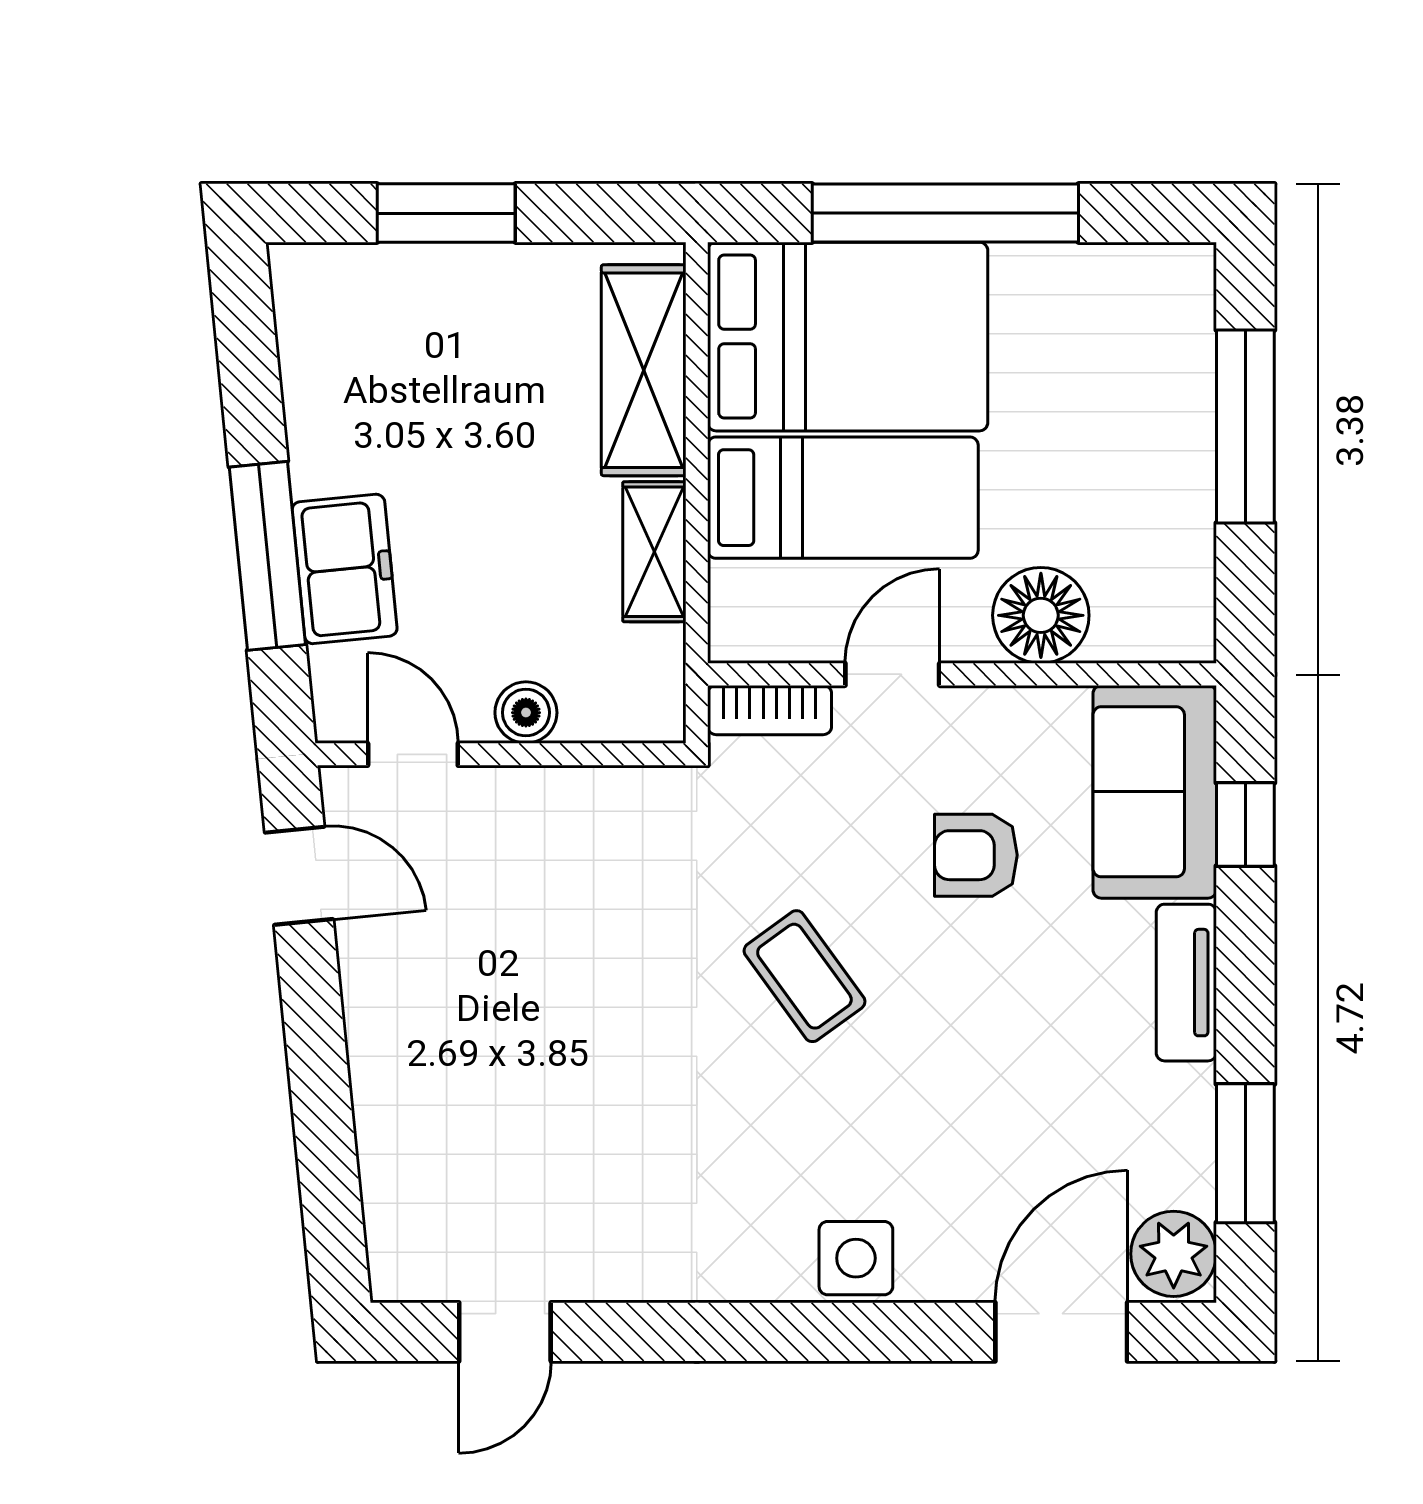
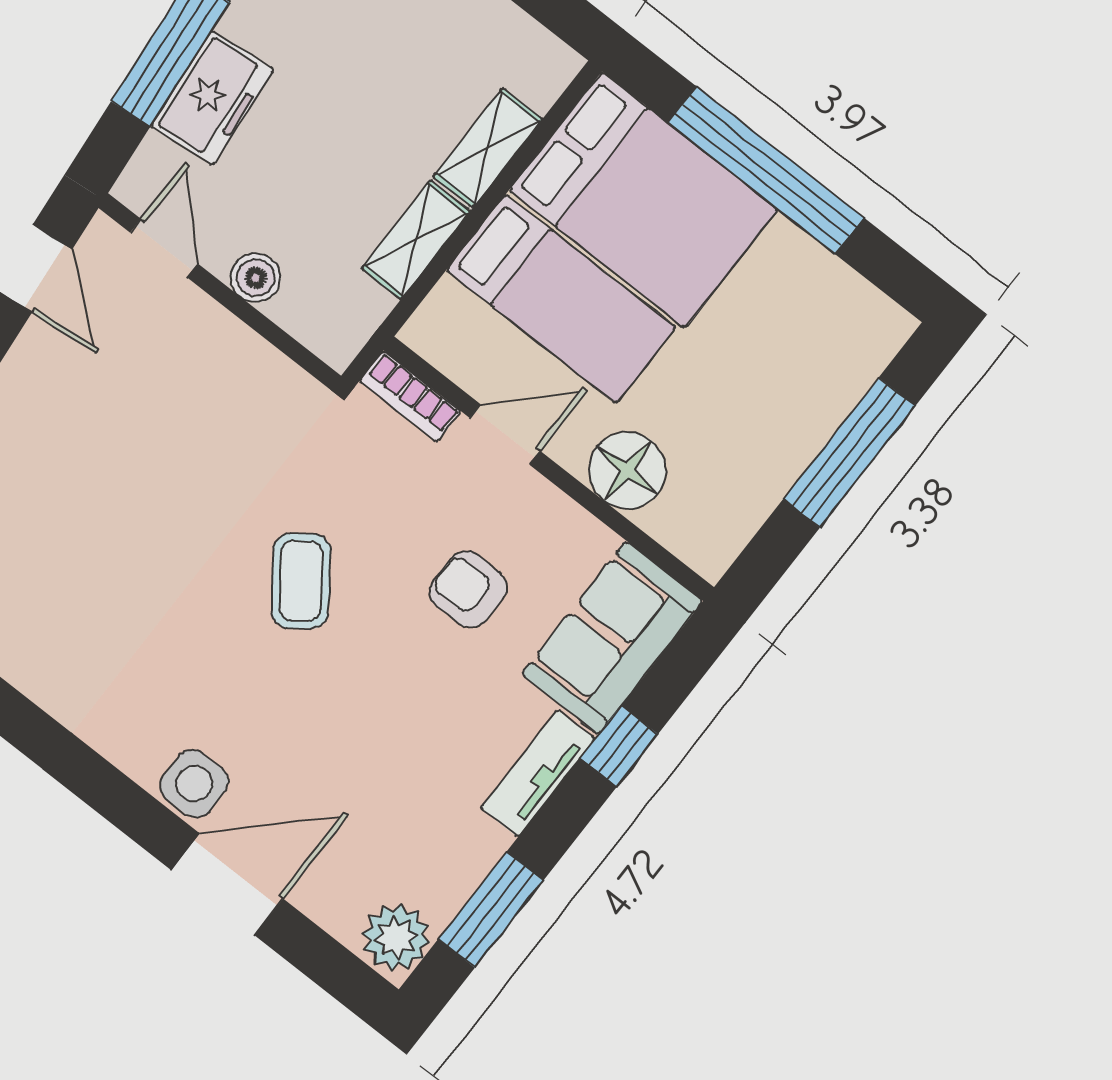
shelving: (644, 370) -> (488, 148), width x0.67, depth x0.75
window: (1245, 824) -> (619, 746), moved
door: (1061, 1332) -> (227, 884), moved

